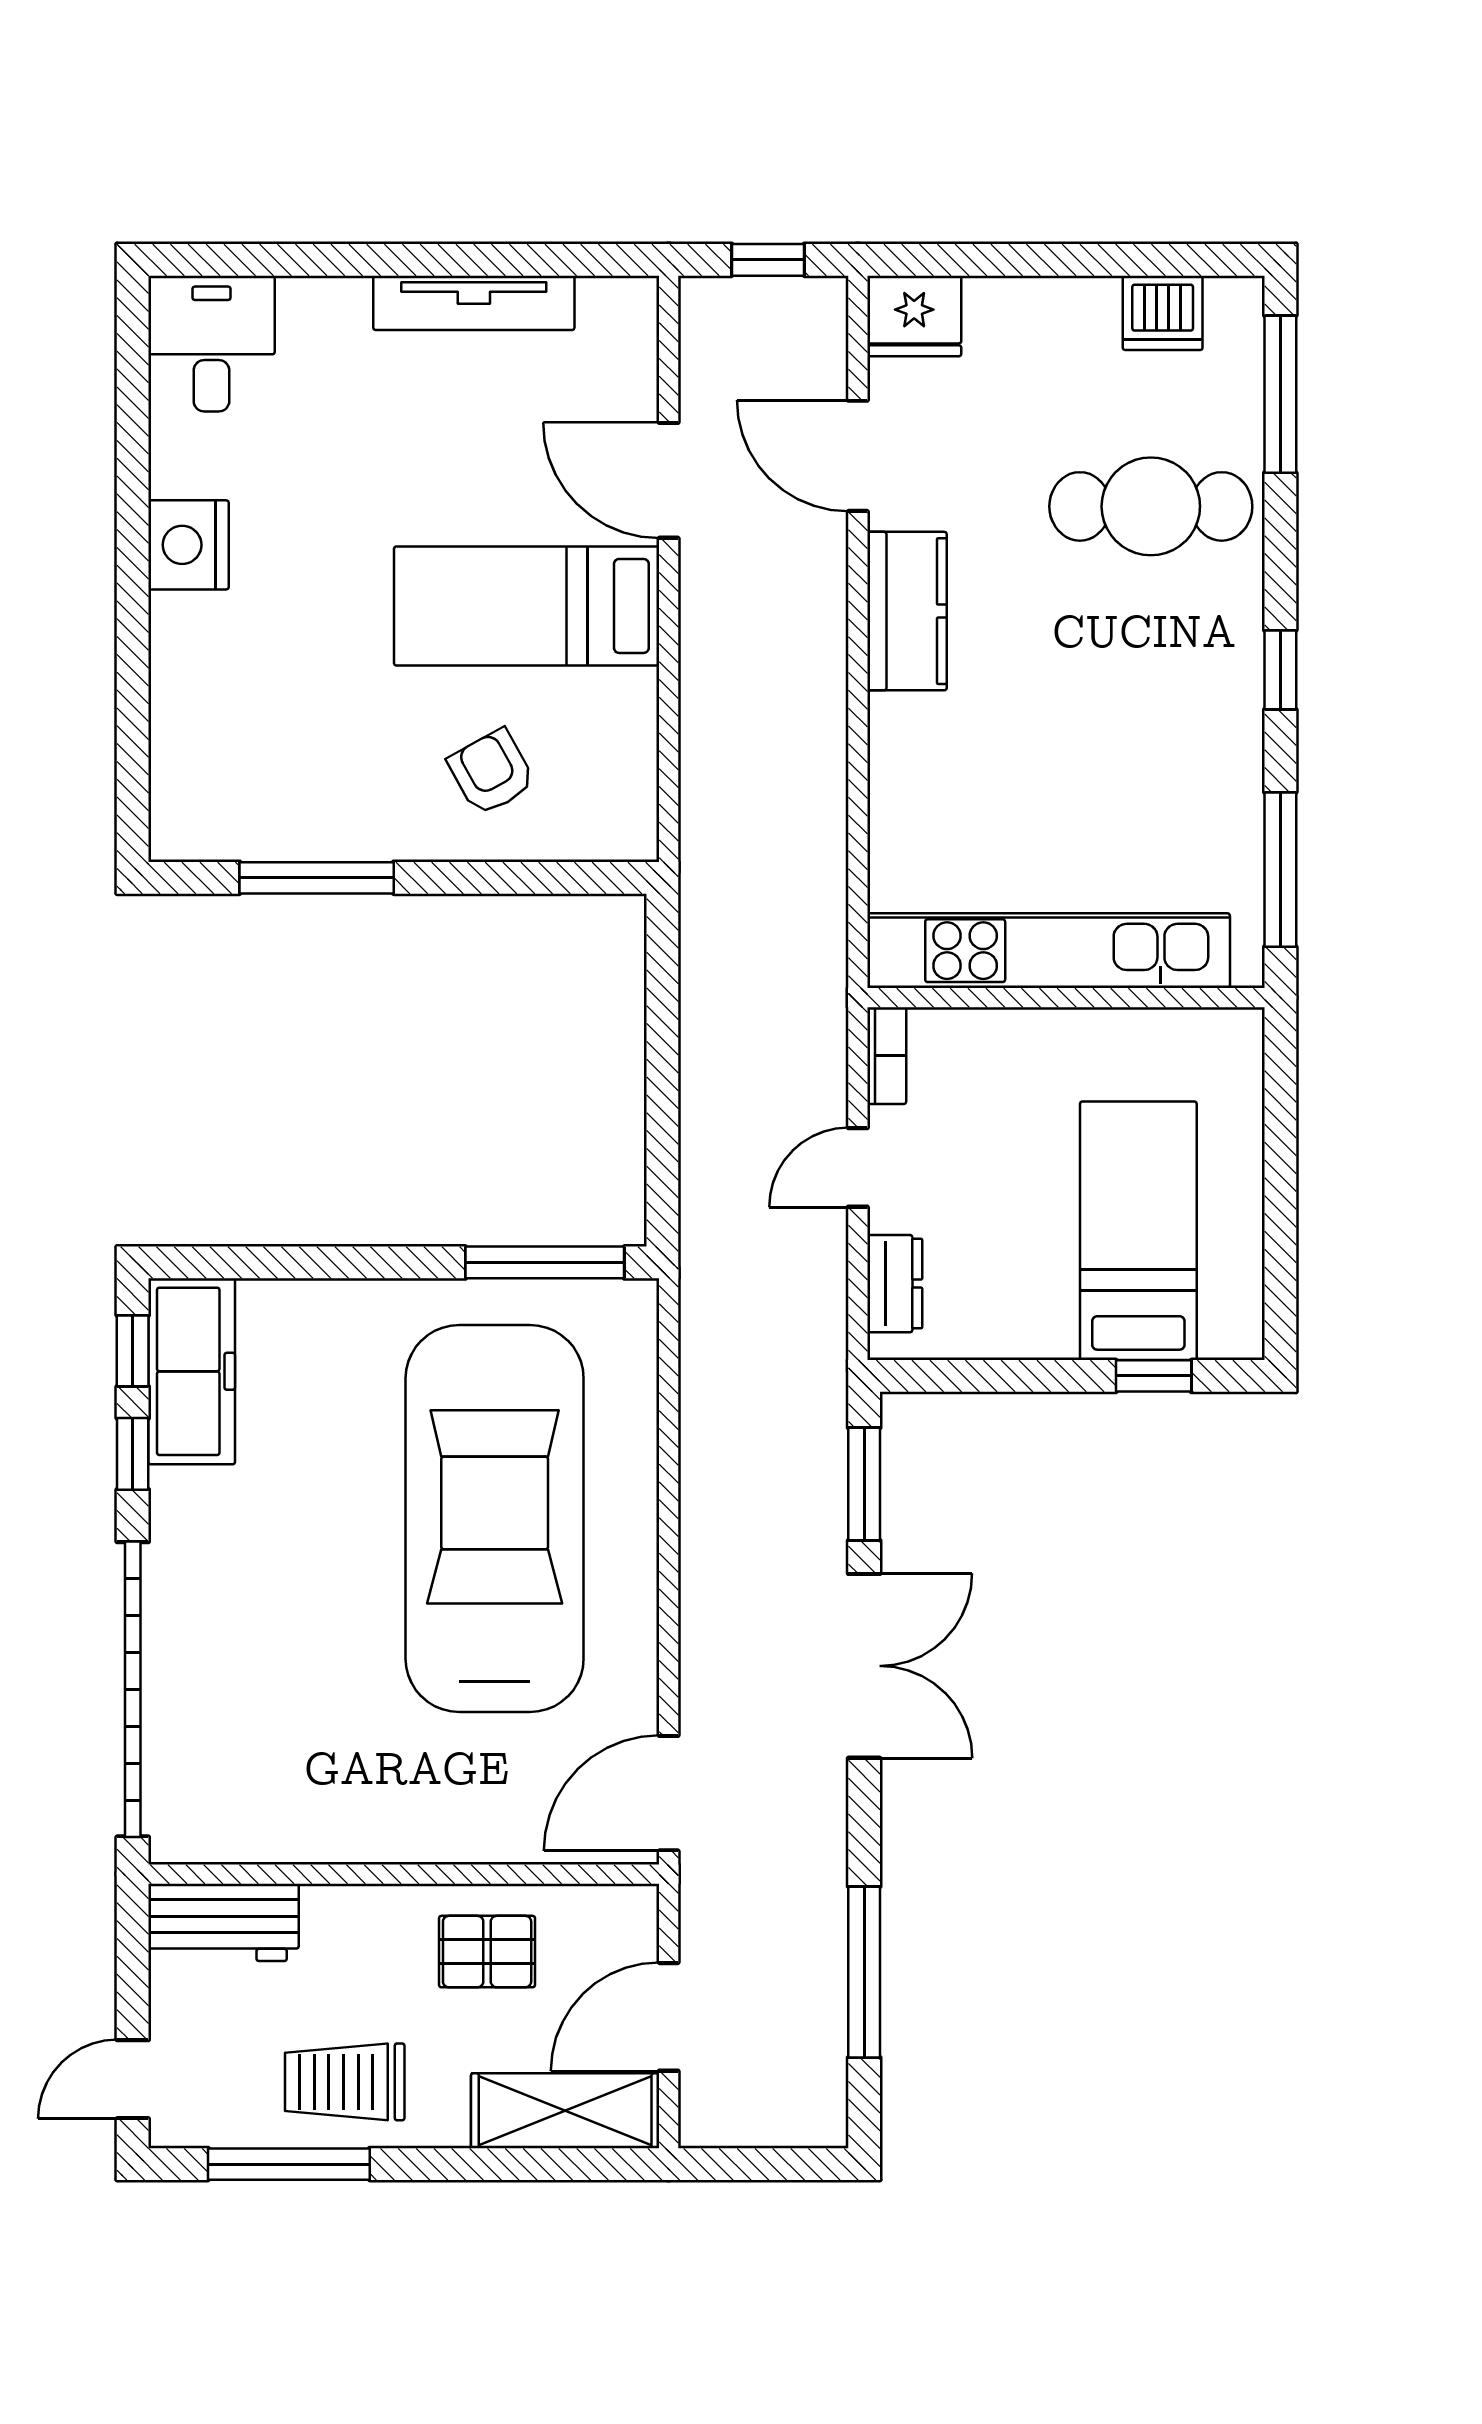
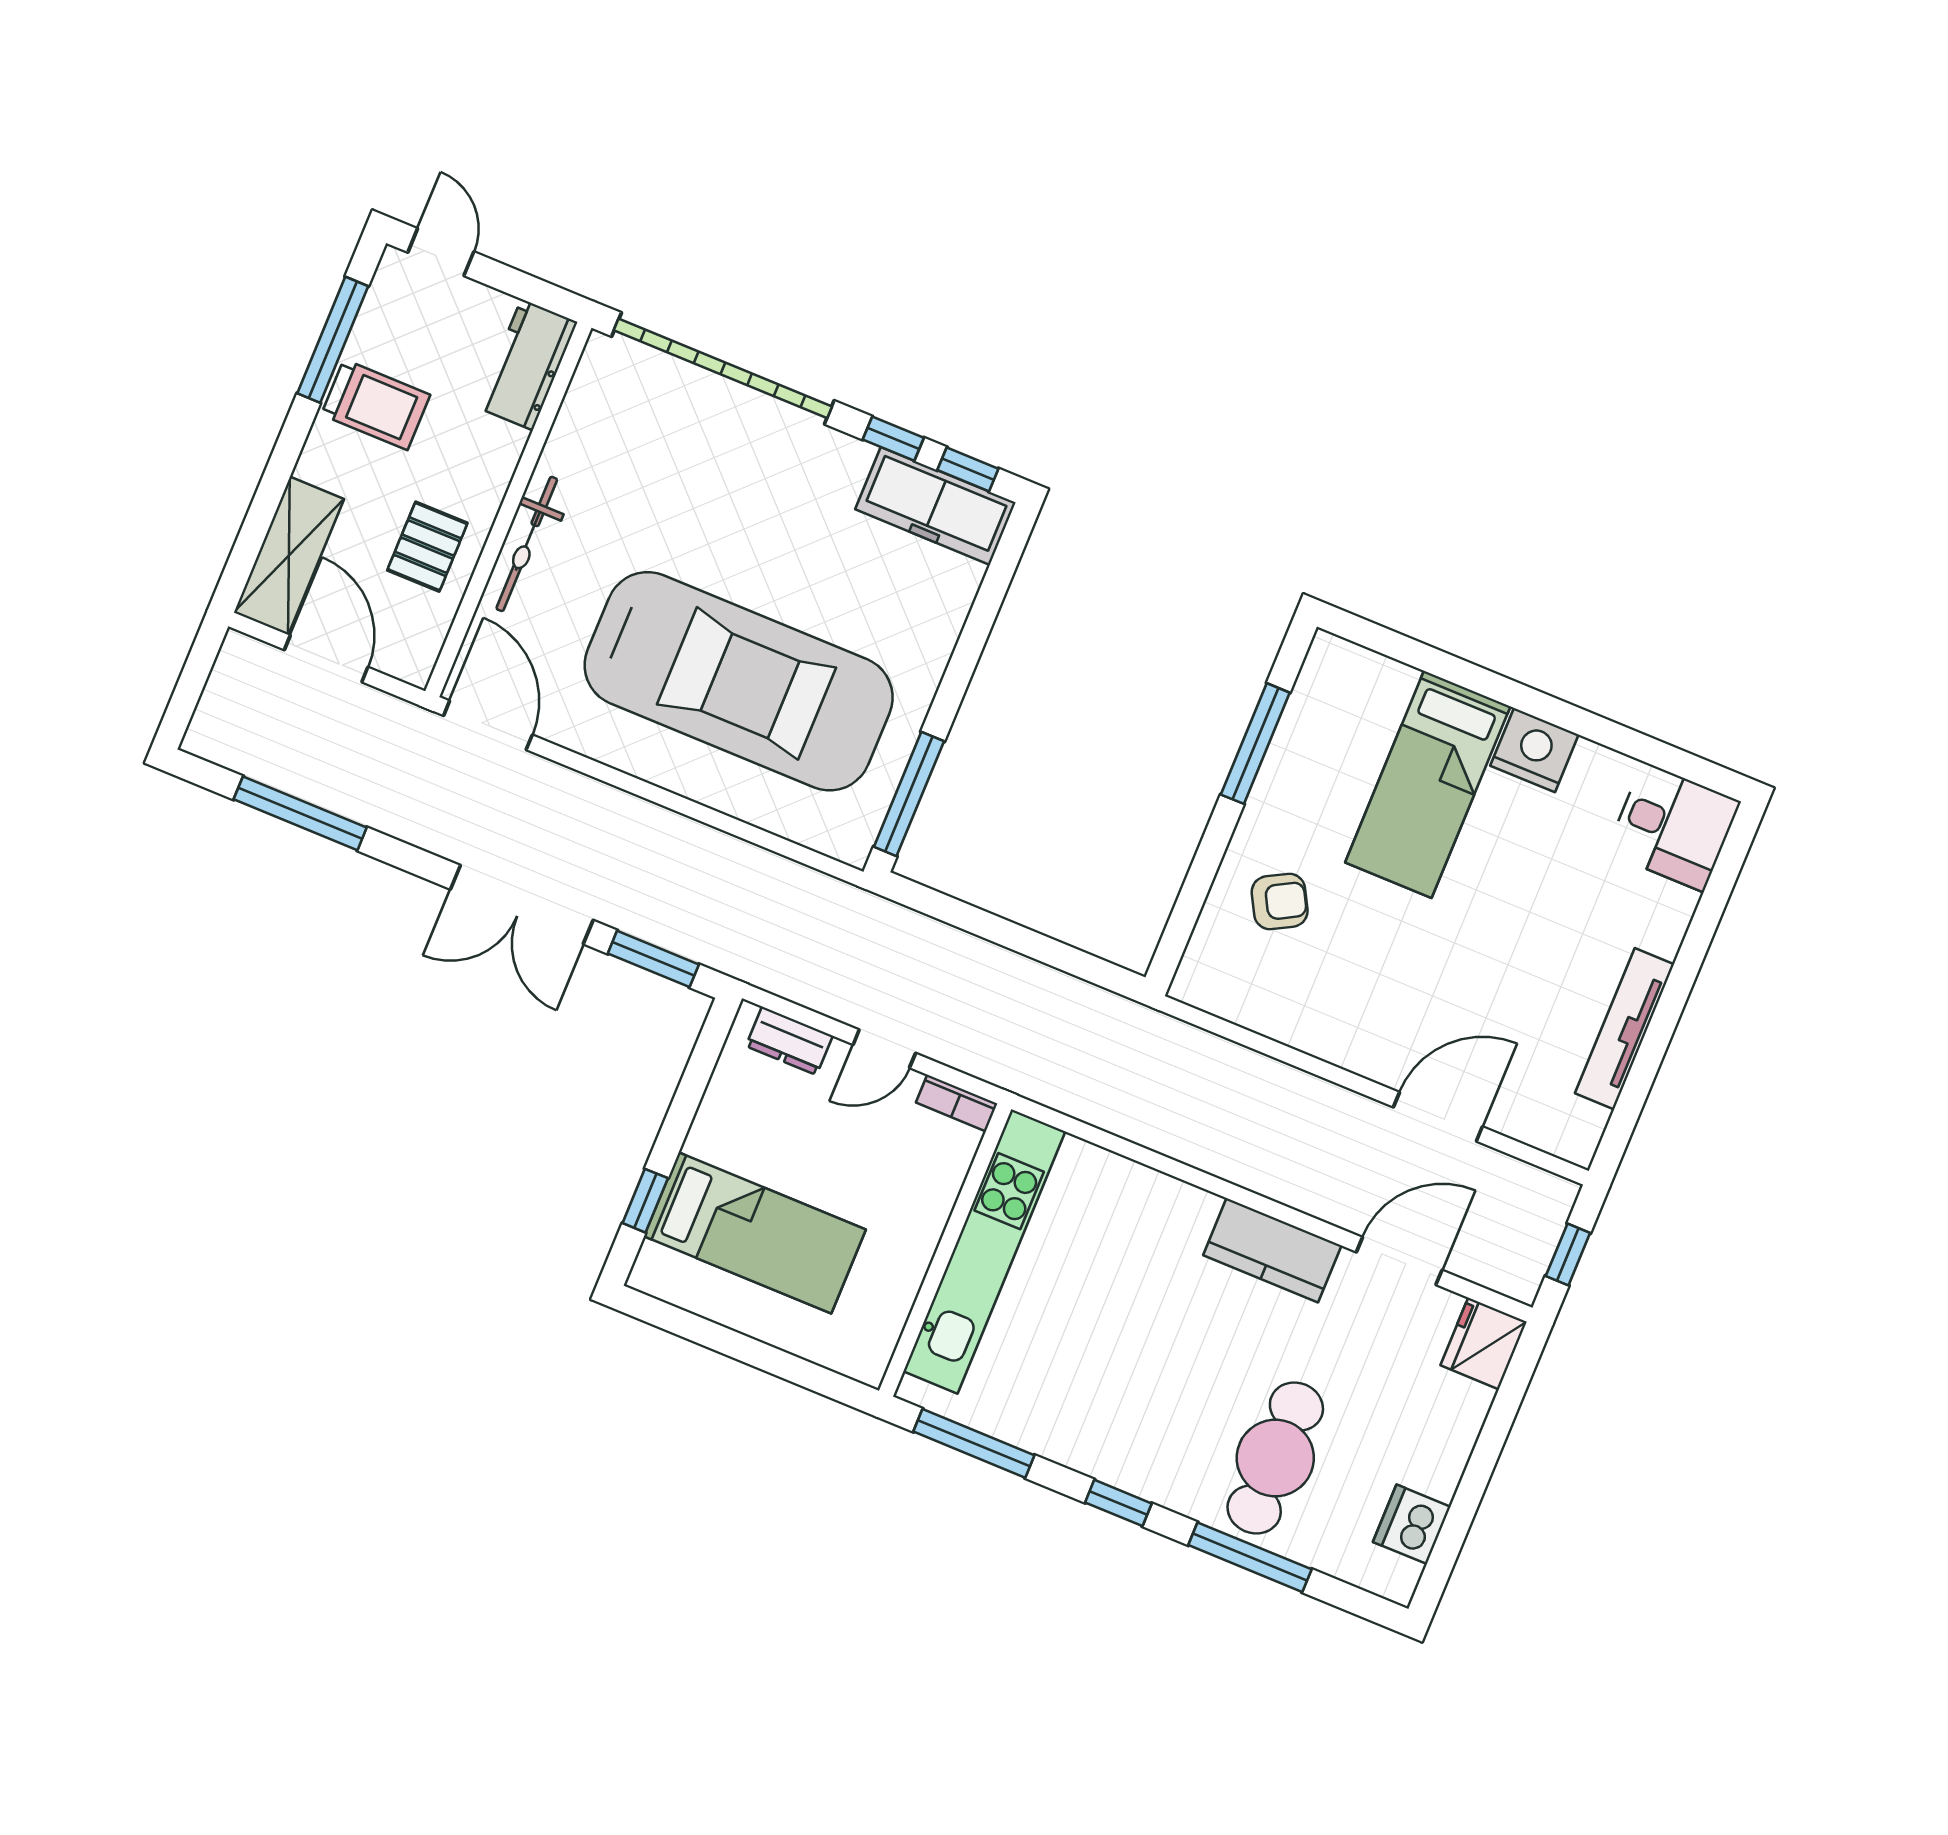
window: (1280, 394) -> (1250, 1557), moved
bed: (527, 606) -> (1428, 784), moved, turned 180
door: (858, 1167) -> (884, 1049), swing flipped
bicycle: (436, 1836) -> (527, 544), added
trolley: (345, 2082) -> (376, 405), turned 90

